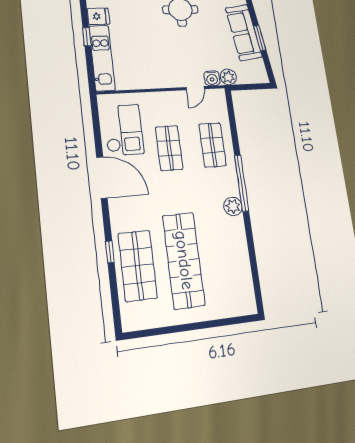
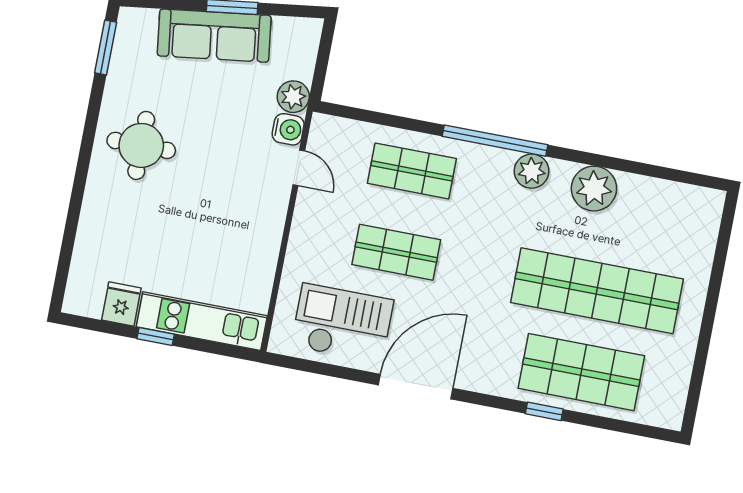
plant: (235, 242) -> (594, 189), added

